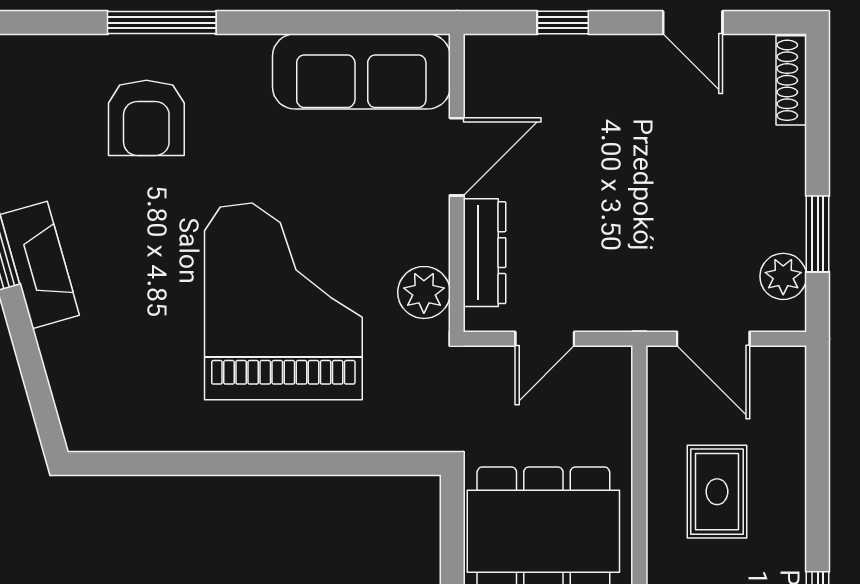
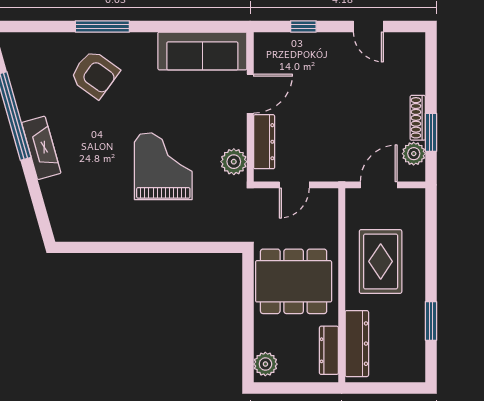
shoe rack: (791, 80) -> (418, 118), moved
armchair: (146, 118) -> (95, 74), turned -54
grand piano: (283, 301) -> (163, 166), width x0.73, depth x0.68
door: (713, 339) -> (379, 185), swing flipped
rug: (717, 492) -> (381, 261), width x1.36, depth x1.43

